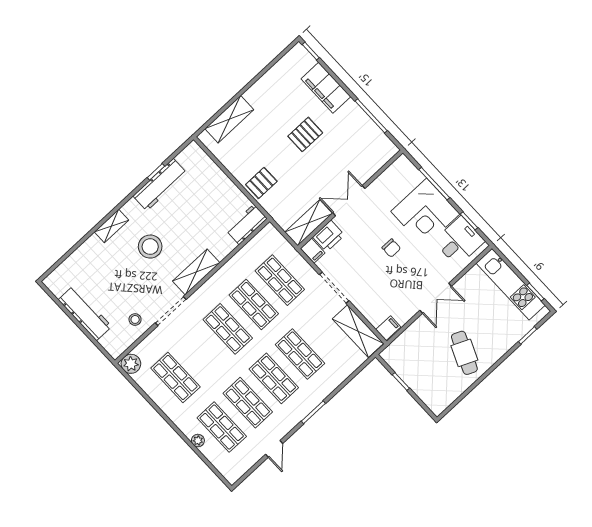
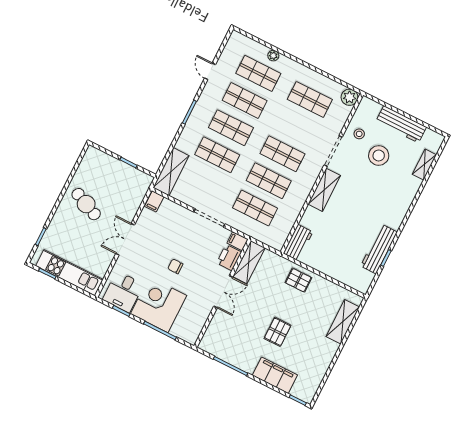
pallet: (261, 183) -> (298, 280), turned 90
shelving: (111, 226) -> (424, 165), moved
stool: (150, 247) -> (379, 155), moved
shelving: (358, 331) -> (171, 172), moved, turned 90

